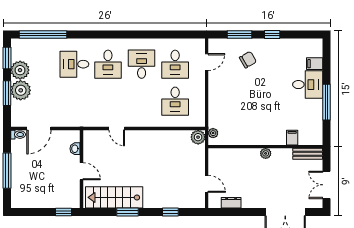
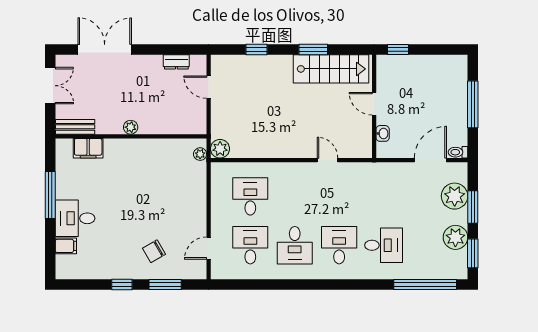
plant: (21, 90) -> (455, 196), moved
filing cabinet: (292, 138) -> (88, 148), width x2.00

